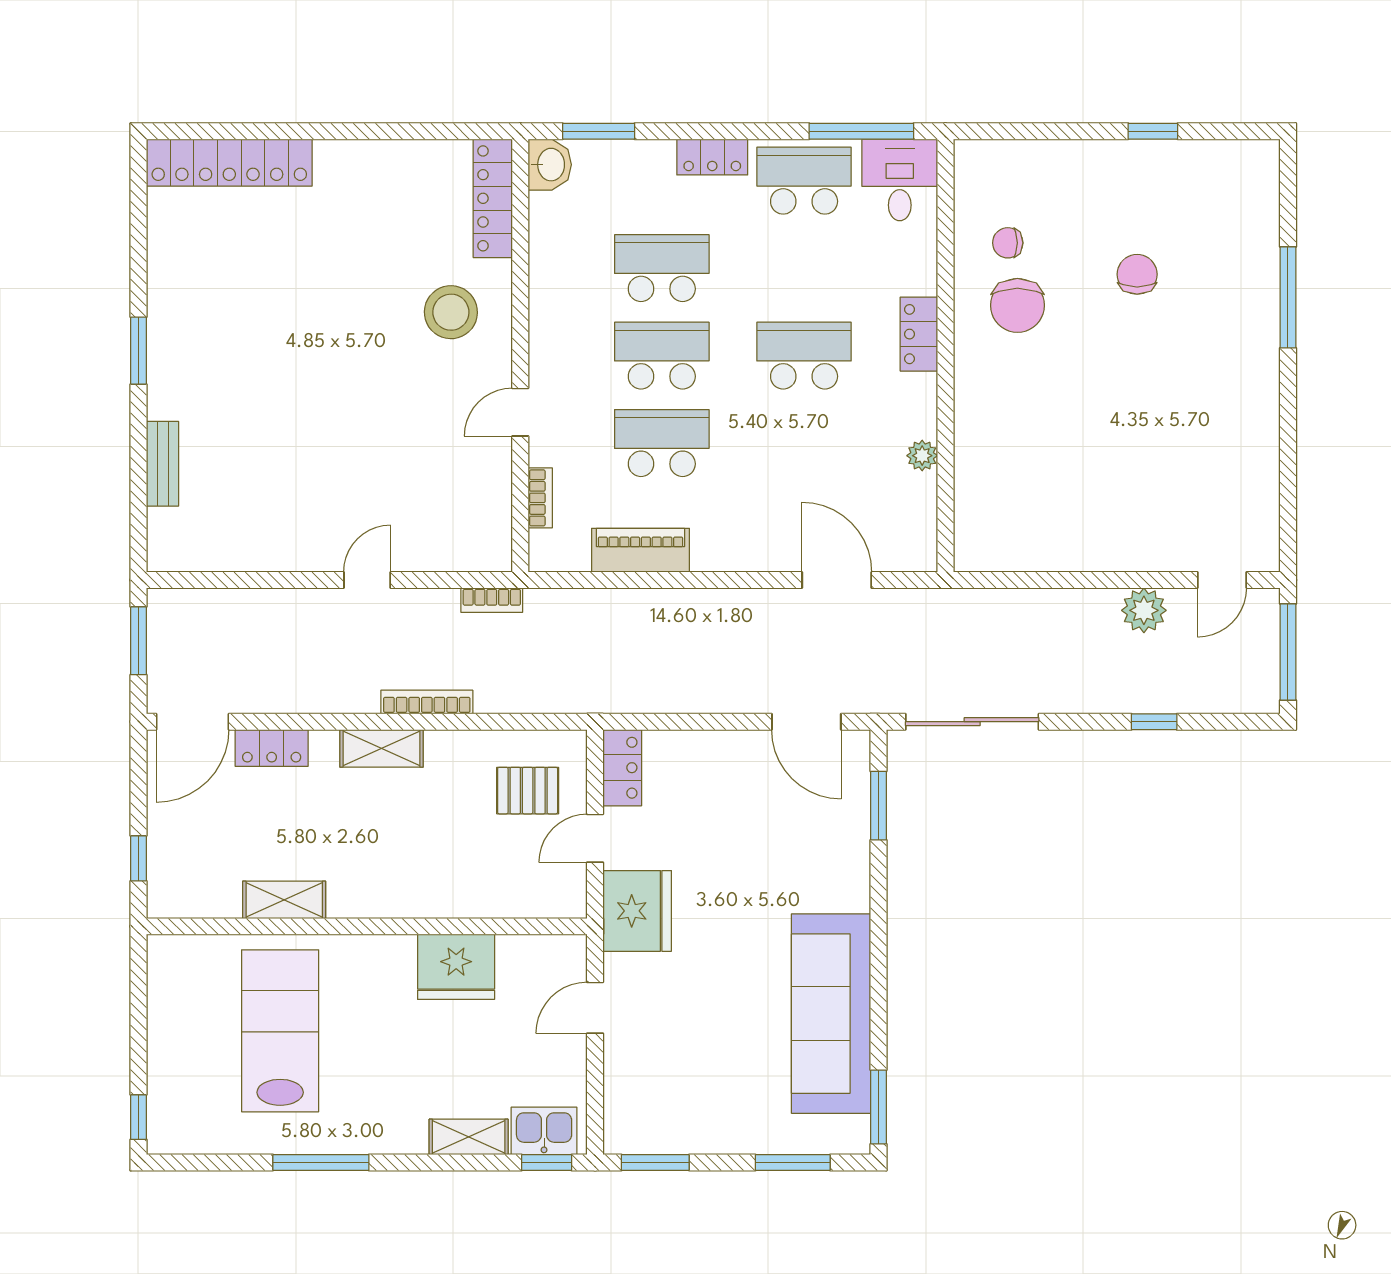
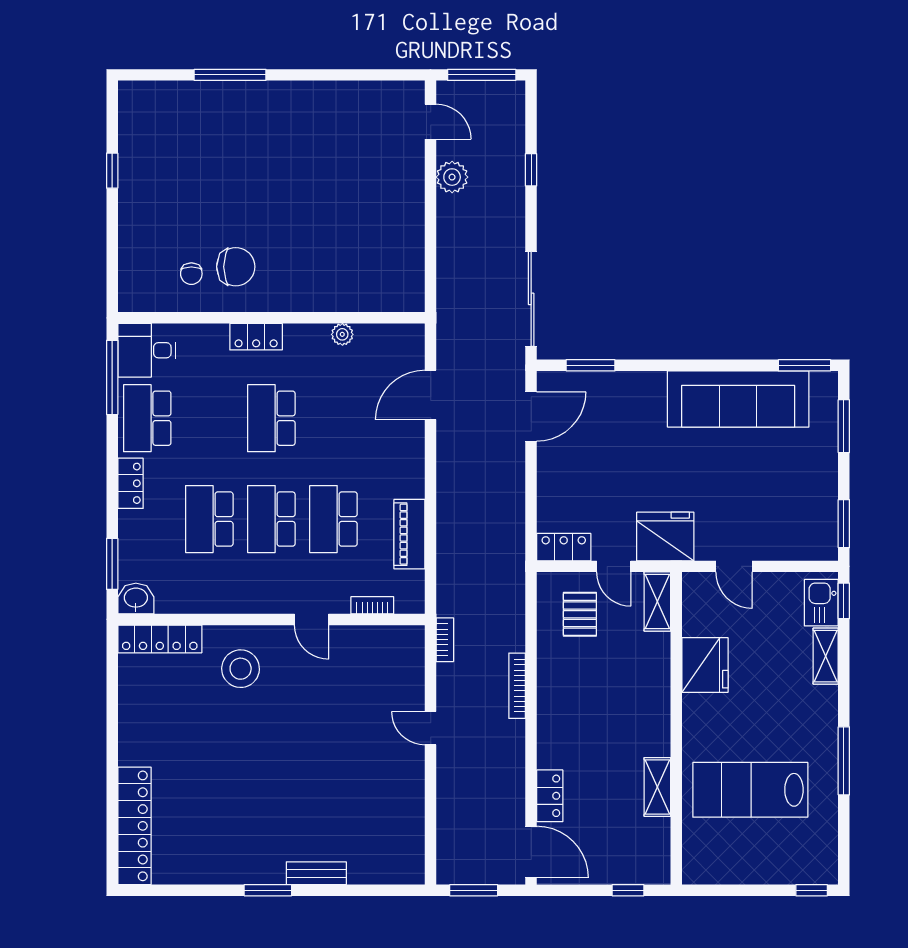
chair: (1137, 274) -> (214, 182), removed
bench: (163, 464) -> (316, 873), moved
shelving: (381, 748) -> (657, 602), moved

